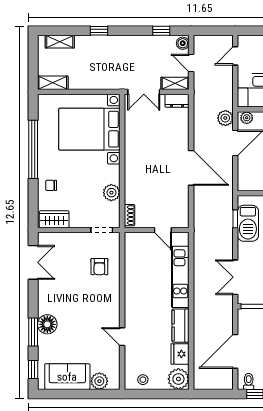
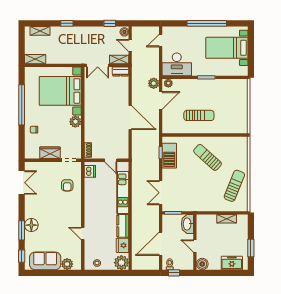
plant: (111, 193) -> (75, 122), moved
wardrobe: (54, 219) -> (50, 153), moved
dishwasher: (132, 246) -> (90, 171), added

